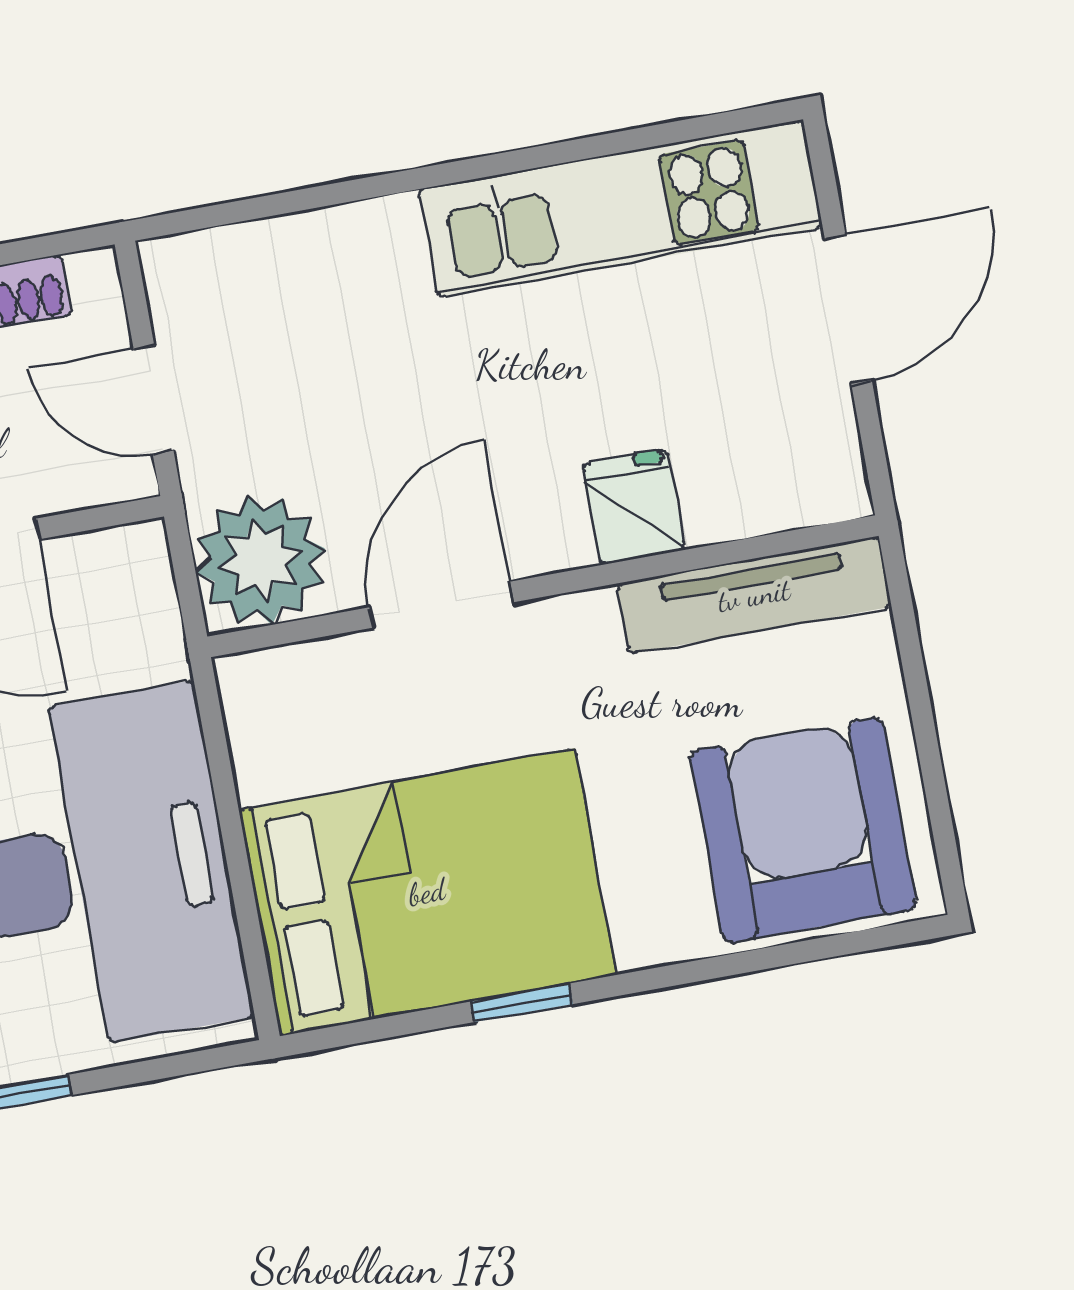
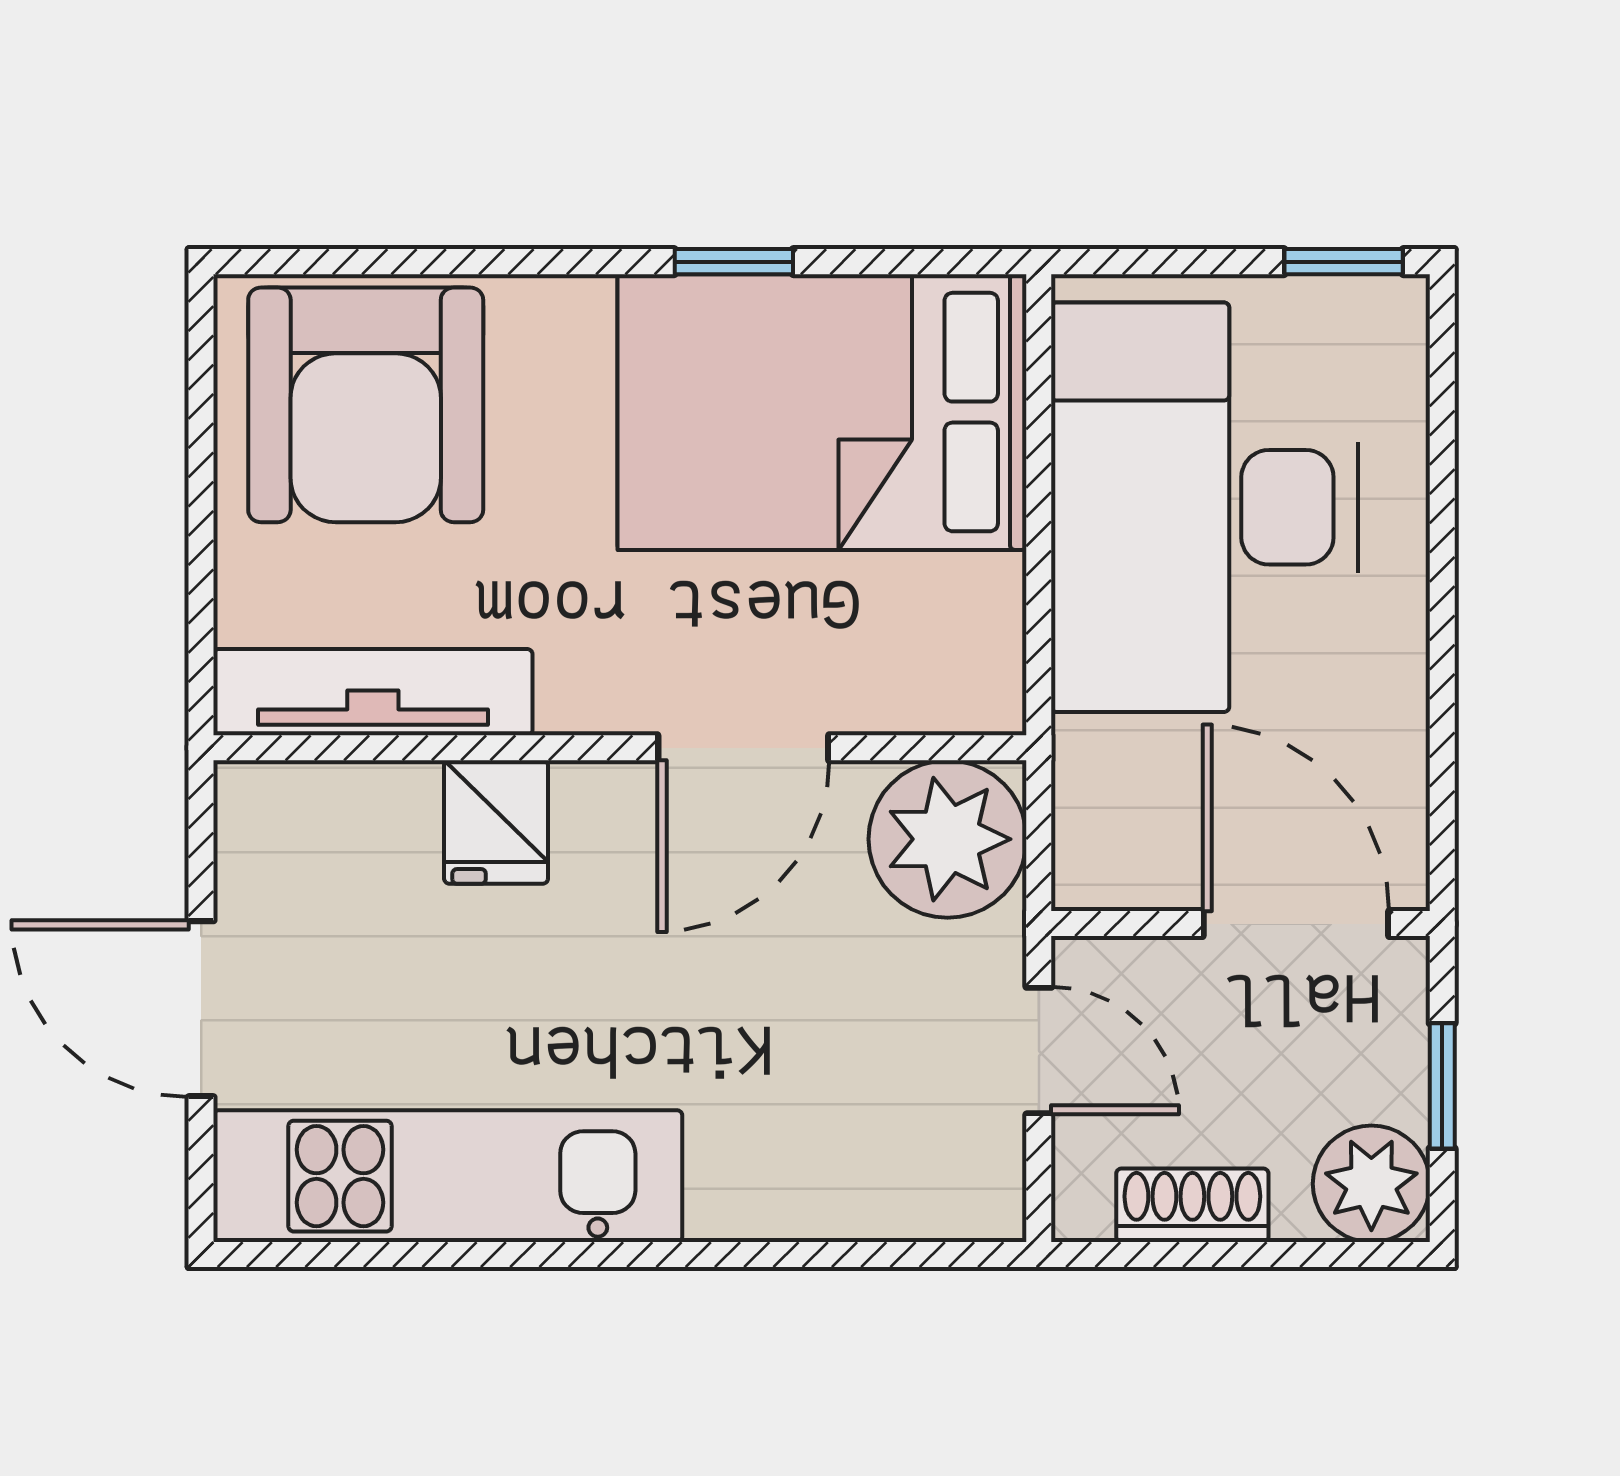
door: (848, 309) -> (201, 1009), hinge flipped

